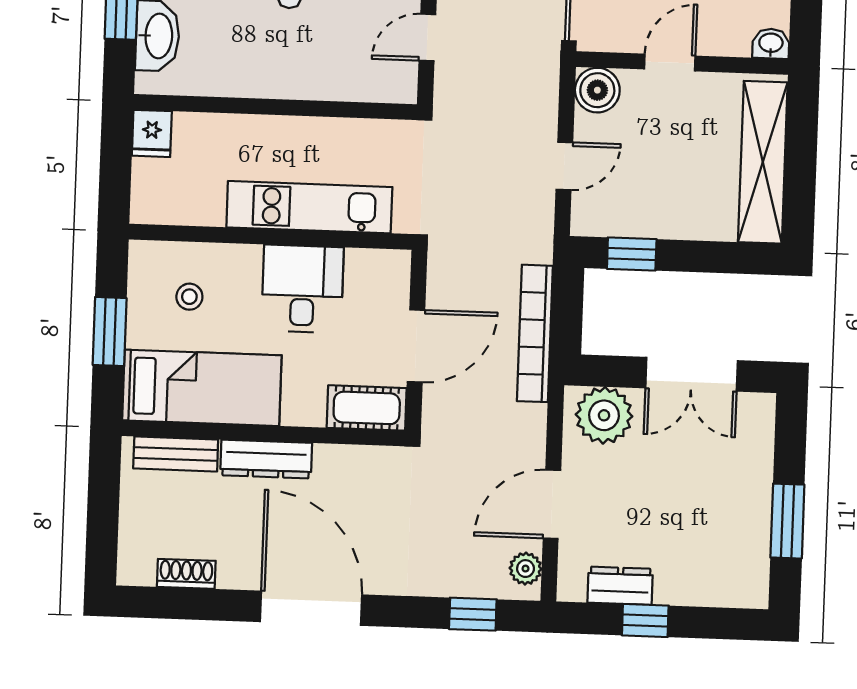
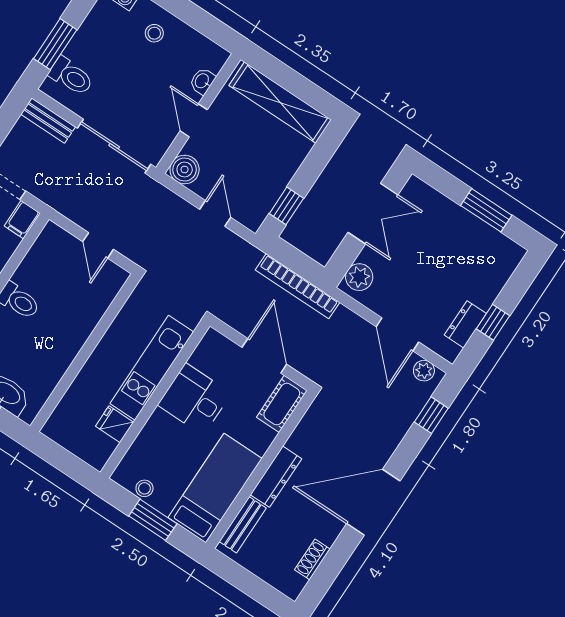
washbasin: (771, 44) -> (202, 81), moved
fridge: (152, 133) -> (114, 424), moved, turned 180
stool: (189, 297) -> (144, 488), moved
plant: (604, 415) -> (359, 277), width x0.73, depth x0.73

